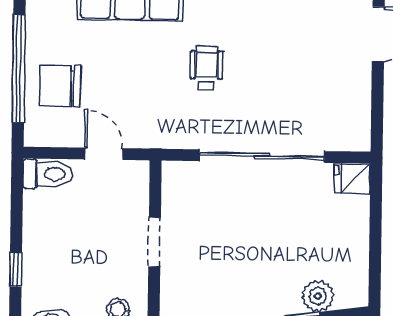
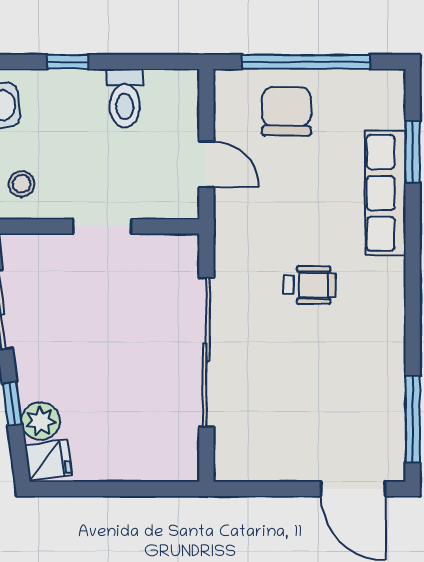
door: (104, 154) -> (206, 164), hinge flipped
toilet: (48, 174) -> (125, 98), moved
fridge: (352, 178) -> (48, 460), moved, turned 83

